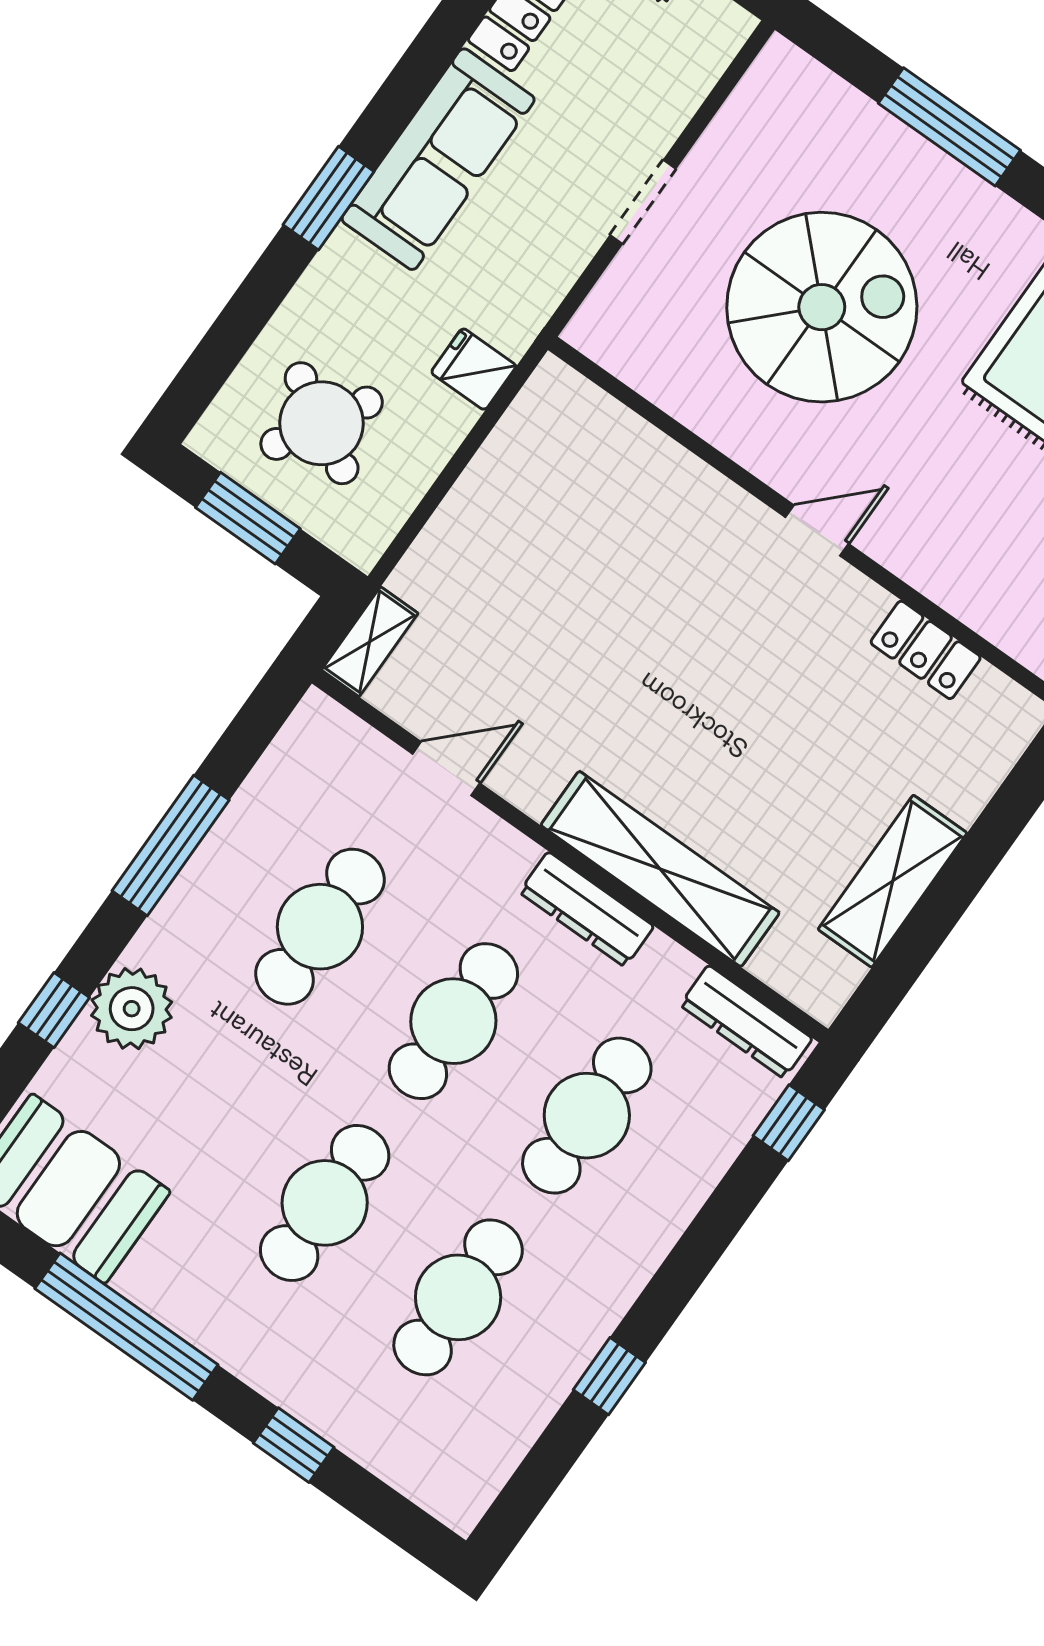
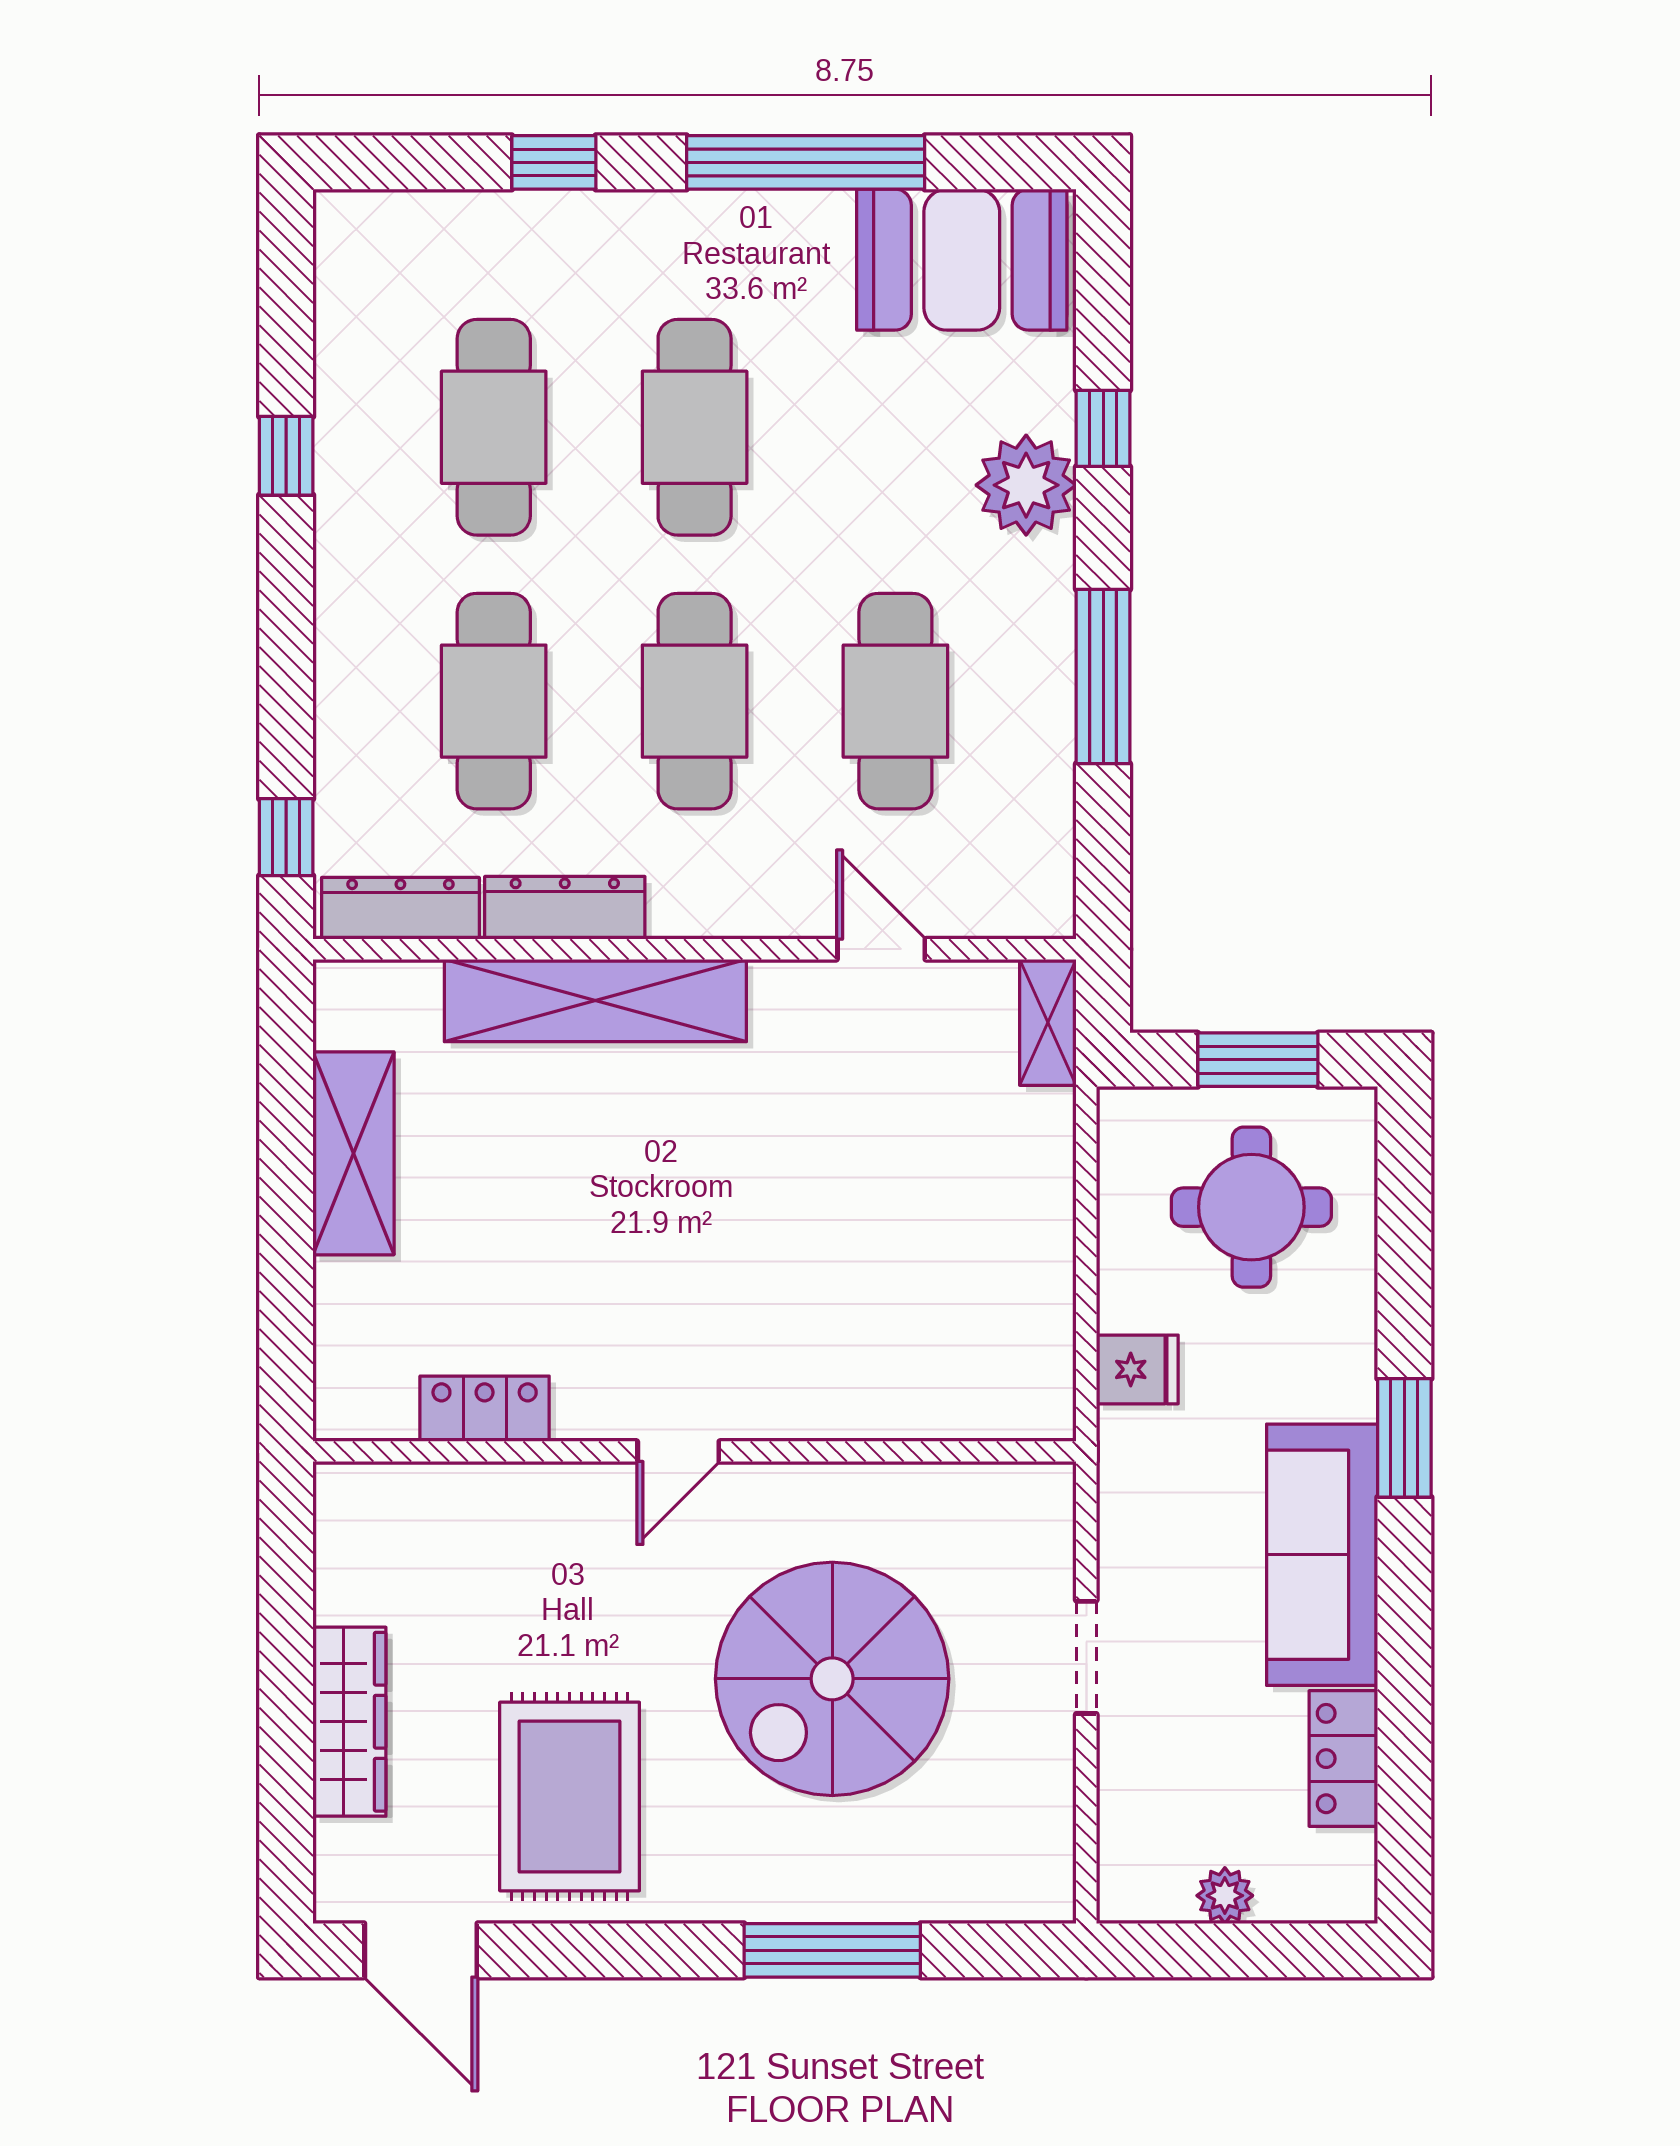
round table: (322, 423) -> (1251, 1207), turned -30
door: (446, 769) -> (881, 949), swing flipped
dresser: (587, 909) -> (565, 908), moved

